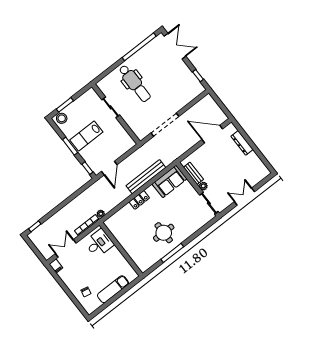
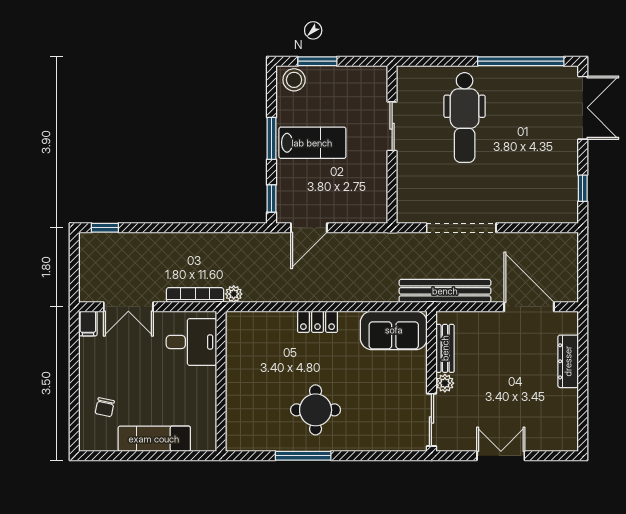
lab bench: (86, 136) -> (312, 143), turned 180
bench: (146, 177) -> (445, 291), moved
double door: (66, 248) -> (128, 307), swing flipped

